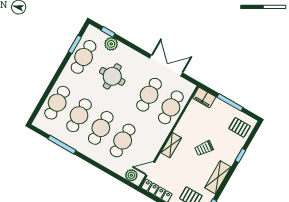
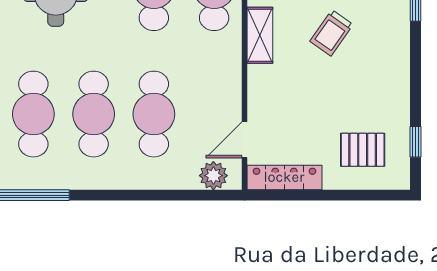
shelving: (171, 145) -> (260, 35), moved
shelving: (218, 177) -> (395, 77), removed

